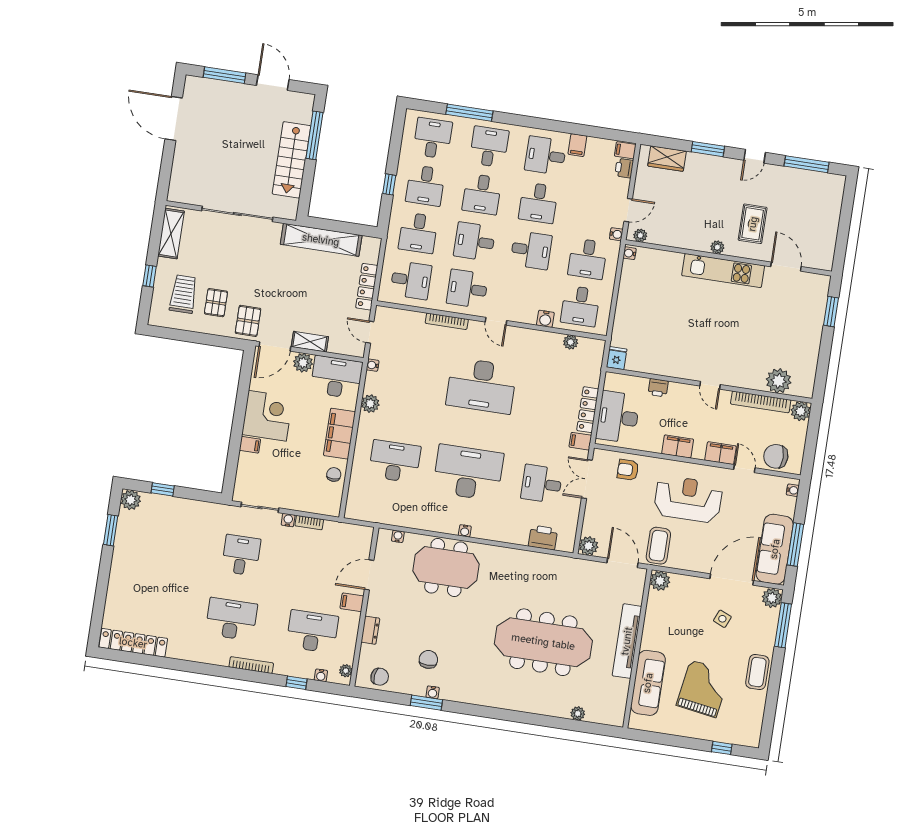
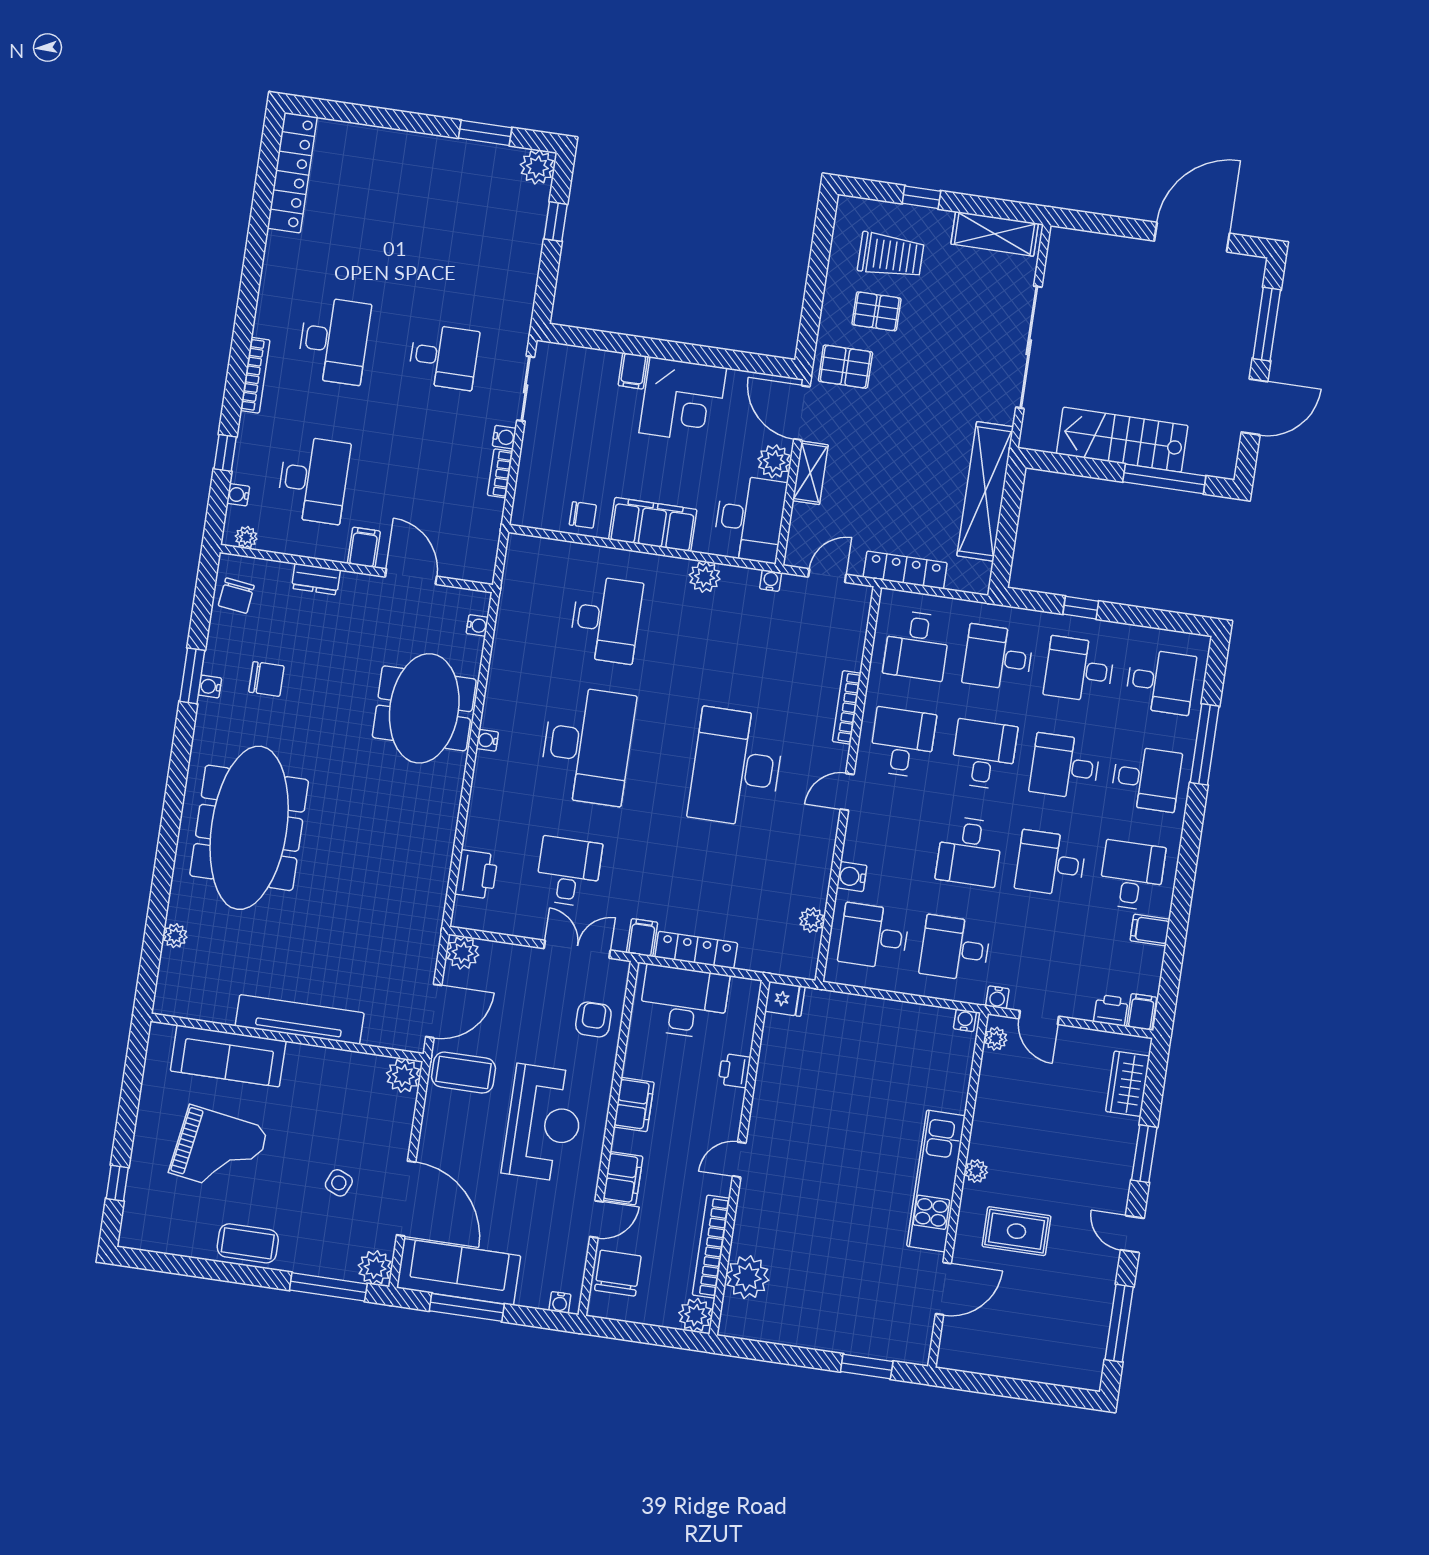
meeting table: (543, 642) -> (249, 828), moved

